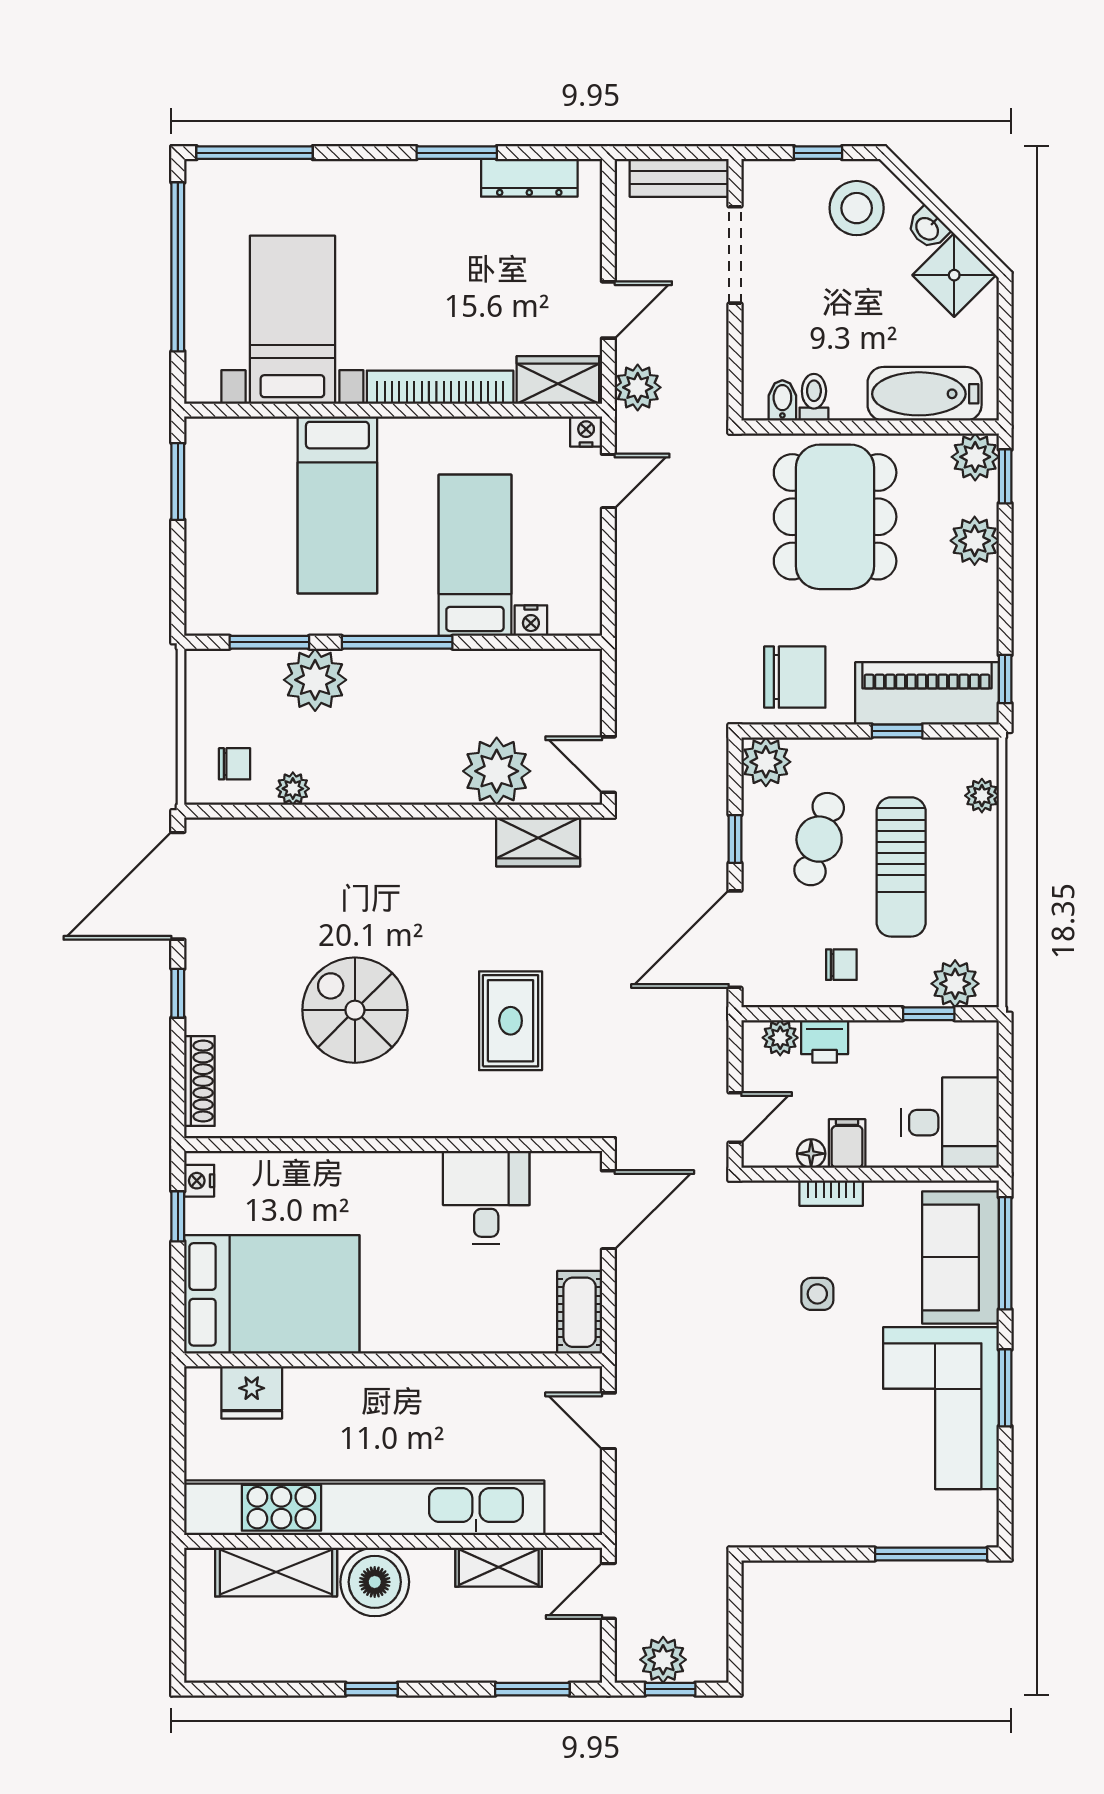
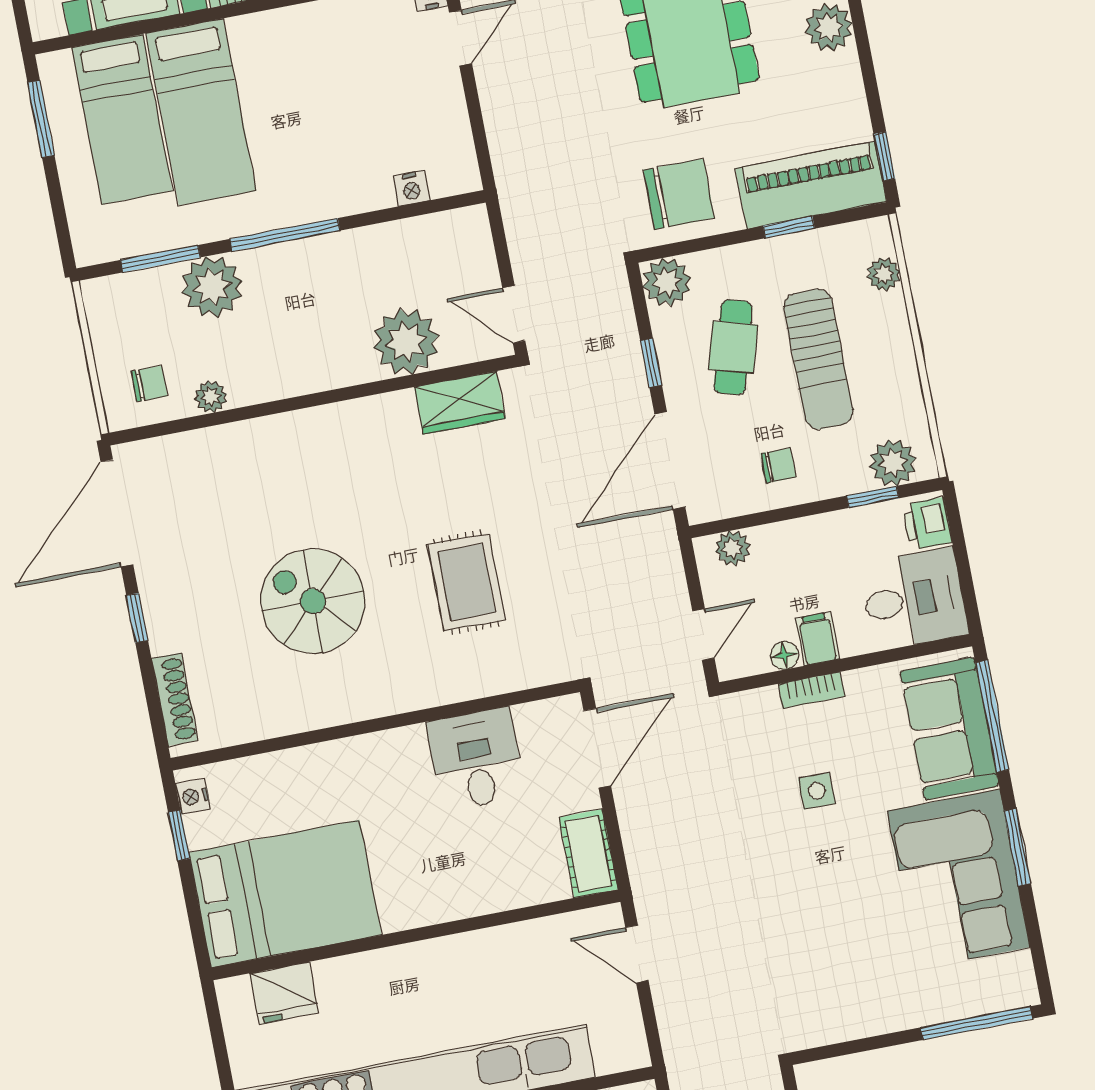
bed: (475, 555) -> (122, 119), moved, turned 180
printer: (825, 1041) -> (927, 524), moved, turned 90

